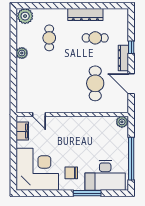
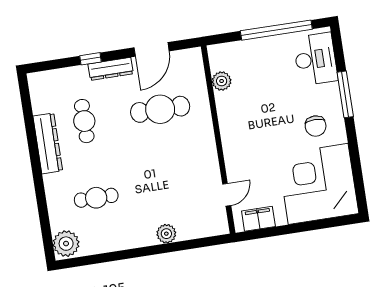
plant: (22, 53) -> (166, 234), moved
plant: (122, 122) -> (222, 81), moved
desk: (105, 175) -> (315, 59), width x0.73, depth x0.77

